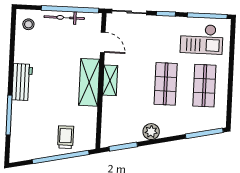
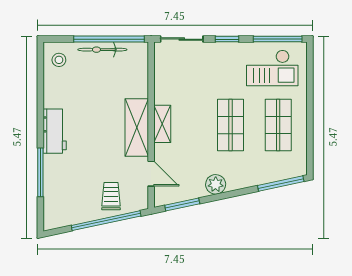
door: (103, 42) -> (151, 174), moved

